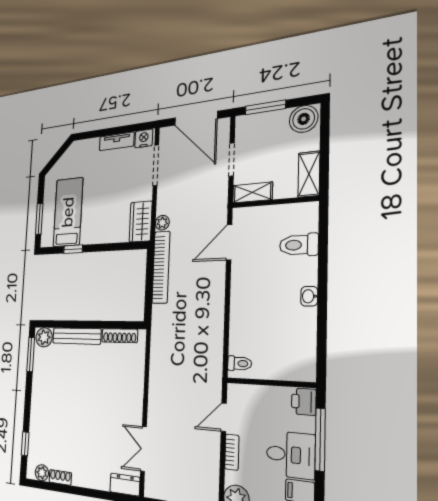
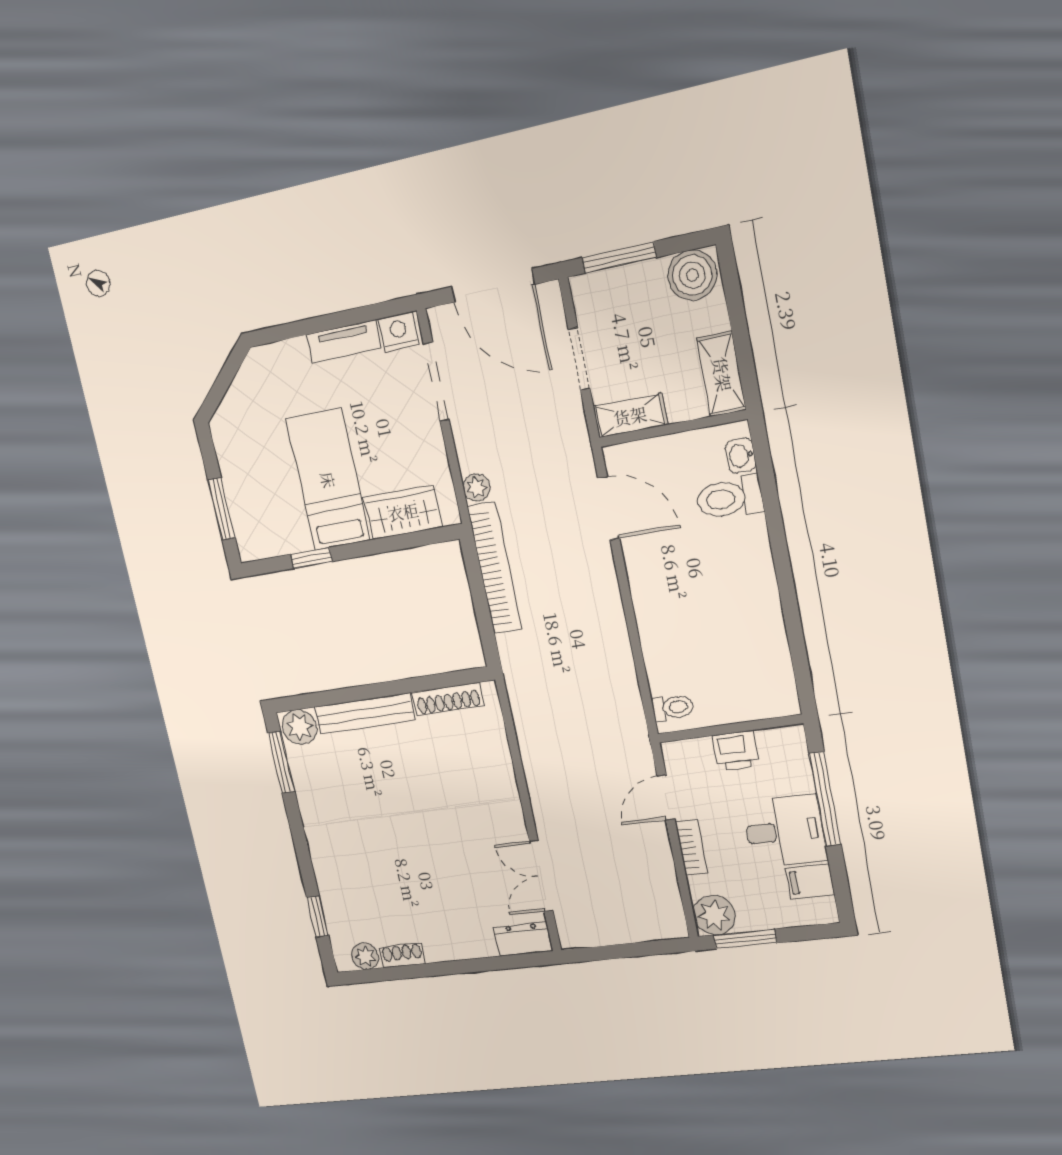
bed: (68, 212) -> (328, 480), moved
wardrobe: (141, 222) -> (403, 512), moved, turned 90
door: (229, 242) -> (609, 508), swing flipped
washbasin: (309, 296) -> (741, 456), moved
printer: (304, 402) -> (736, 751), moved, turned -90

